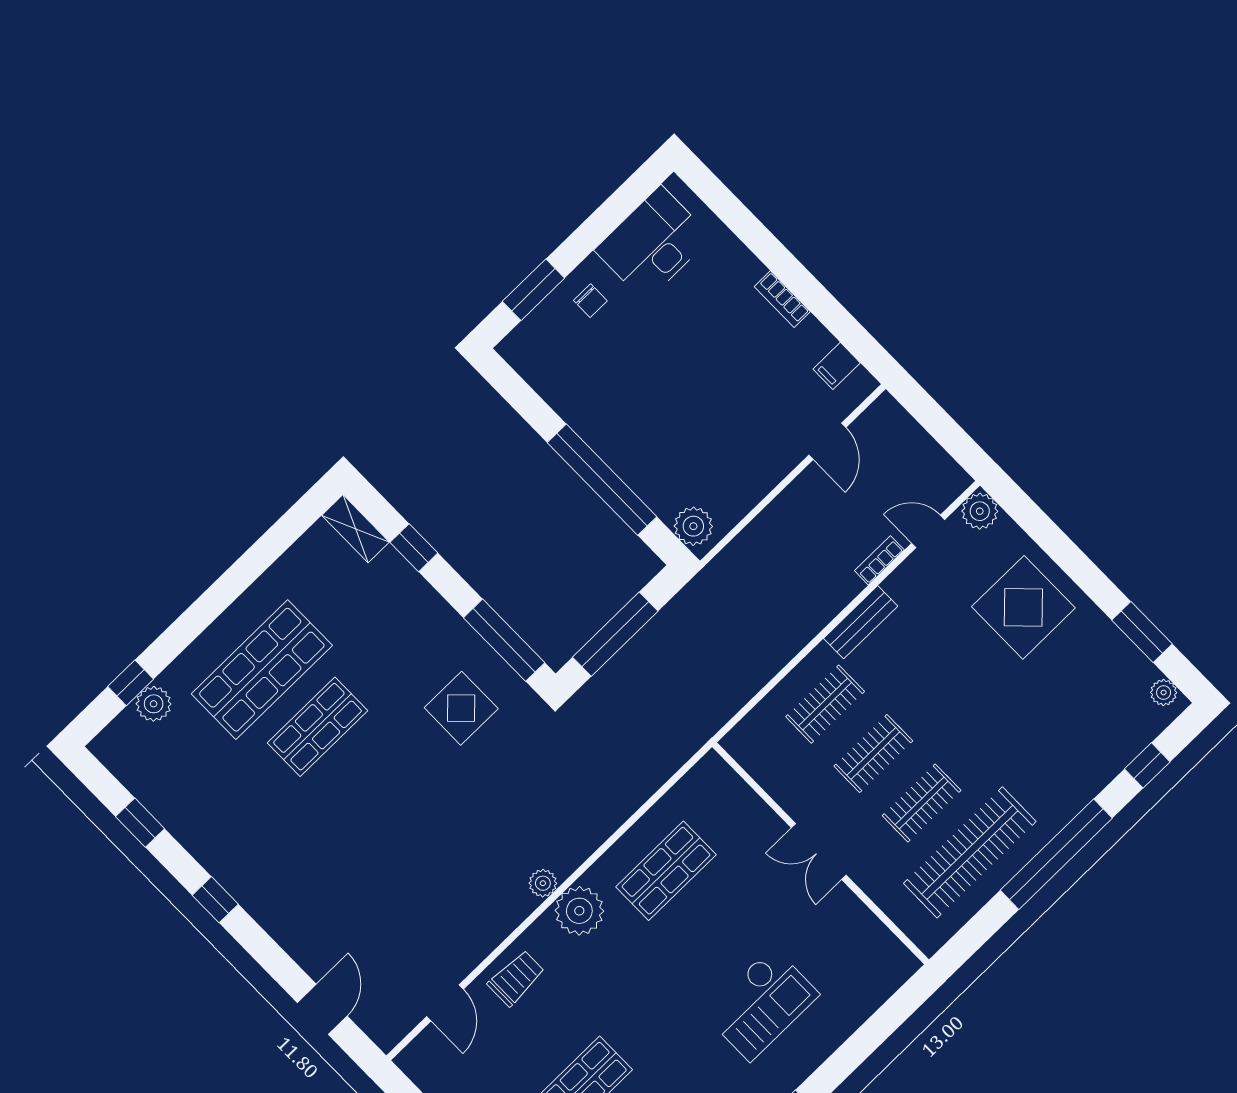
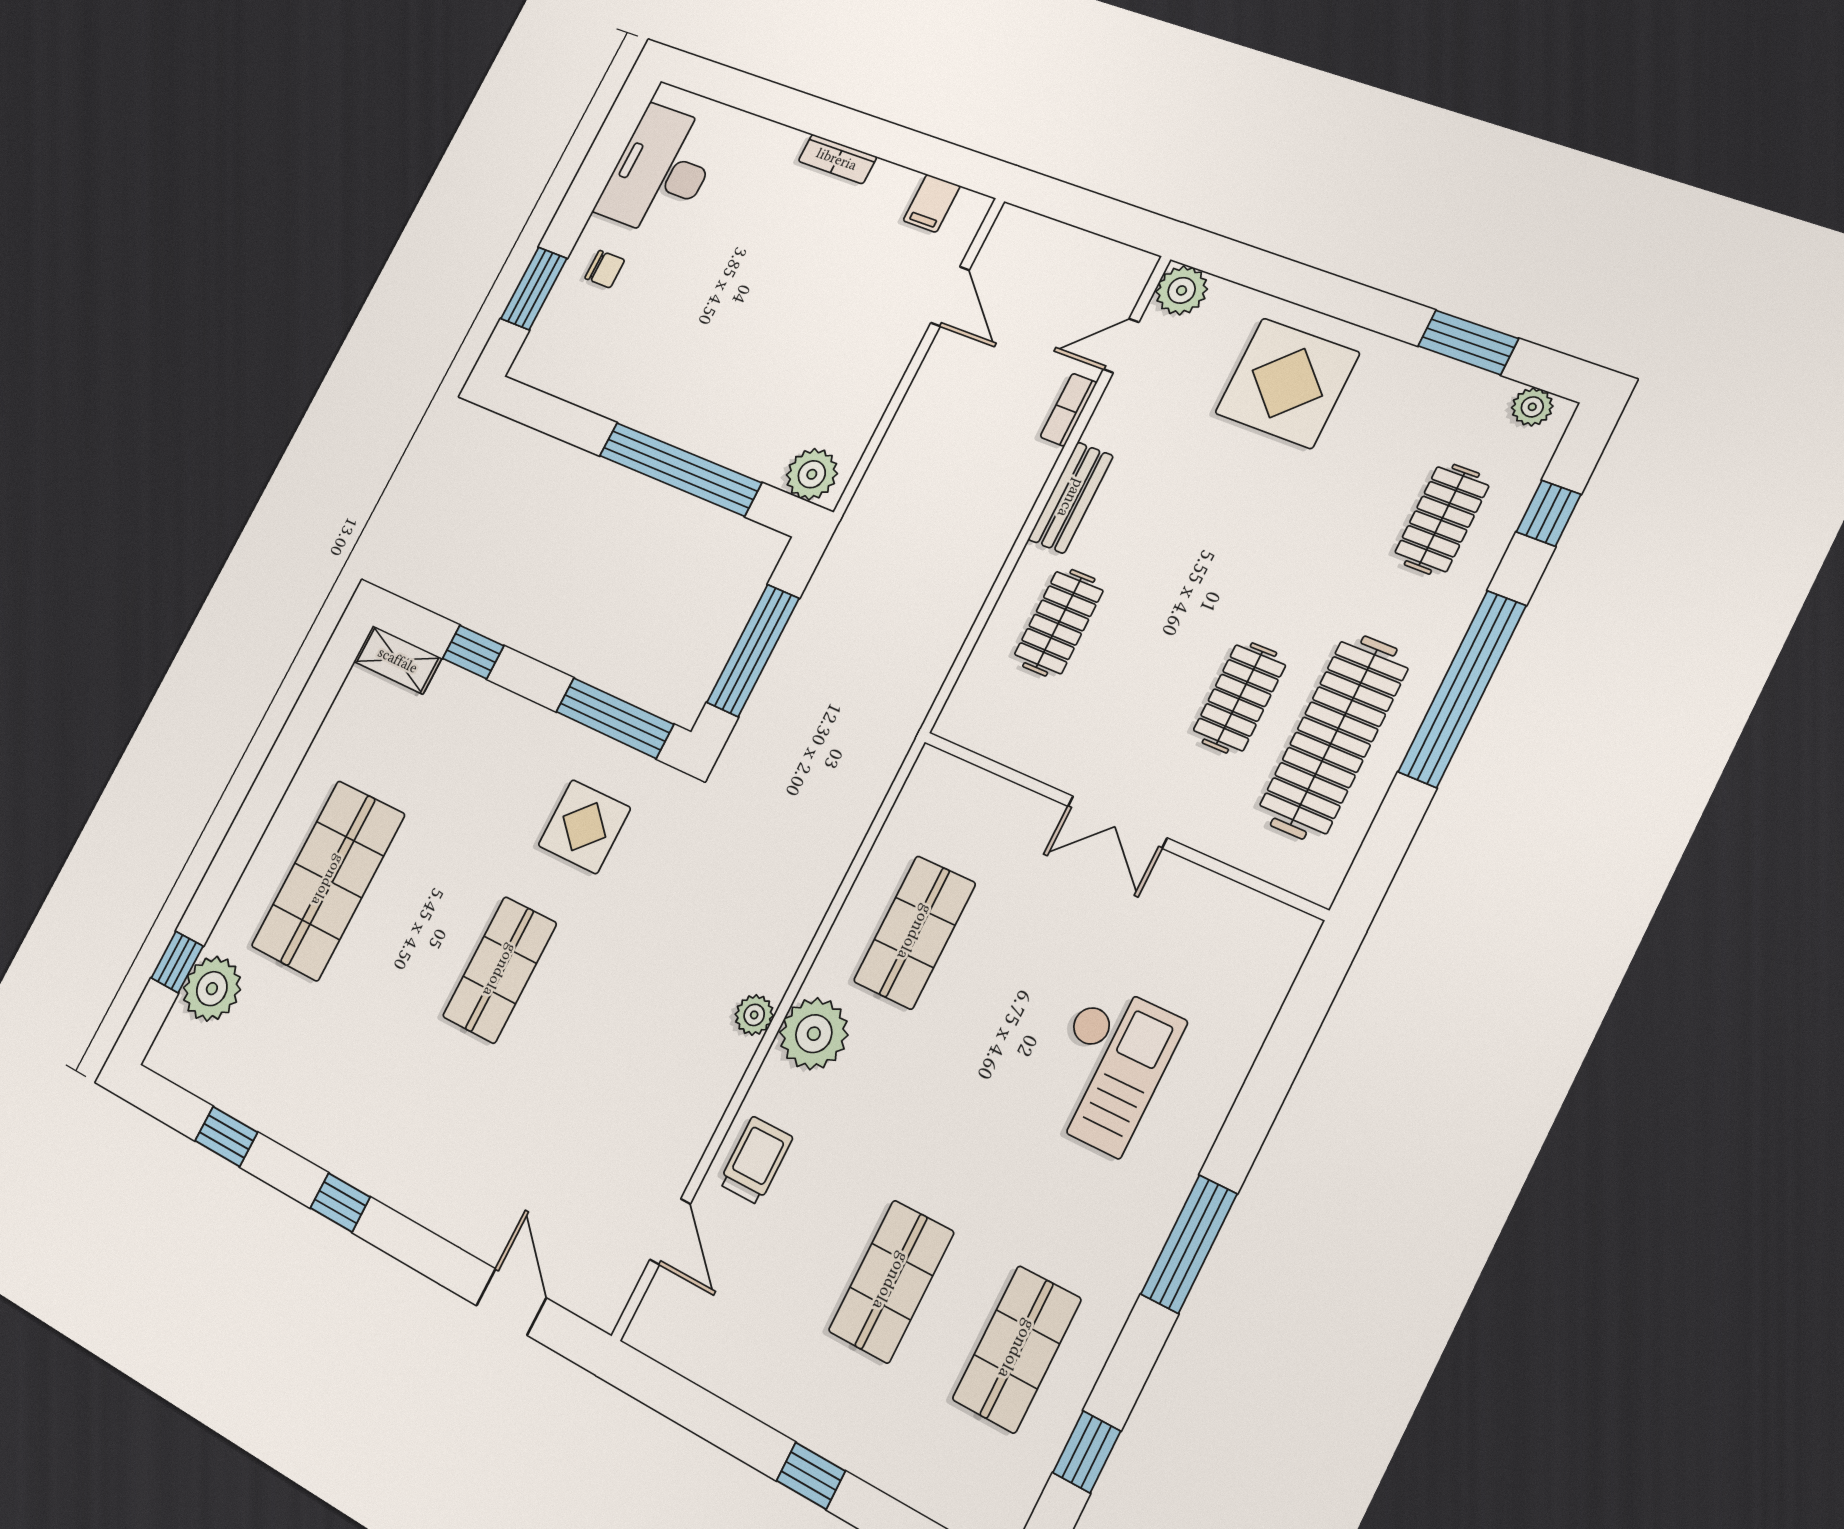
plant: (154, 704) -> (212, 989), width x1.36, depth x1.36
shop shelf: (317, 727) -> (500, 970), moved
clothes rail: (873, 754) -> (1442, 519), moved

